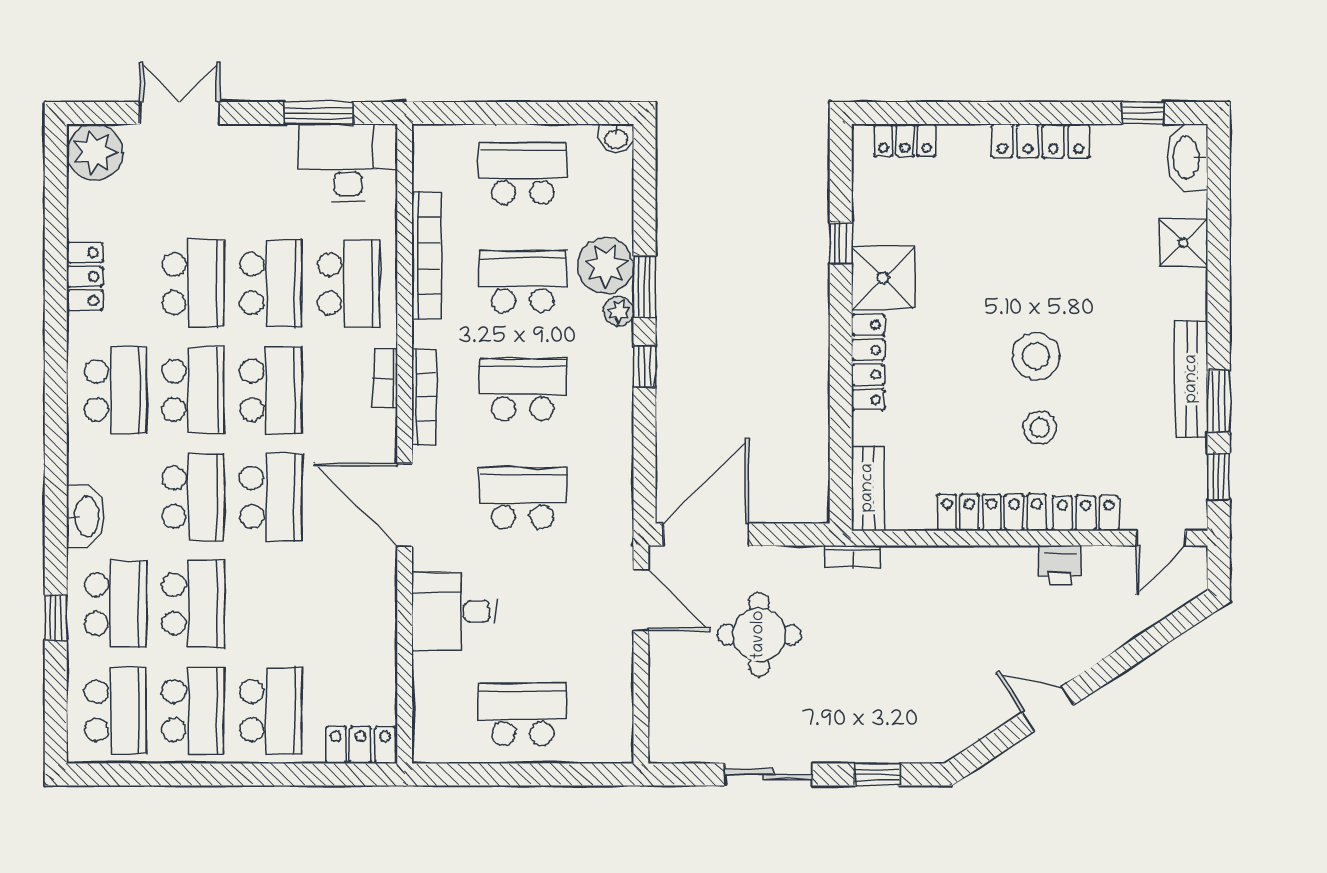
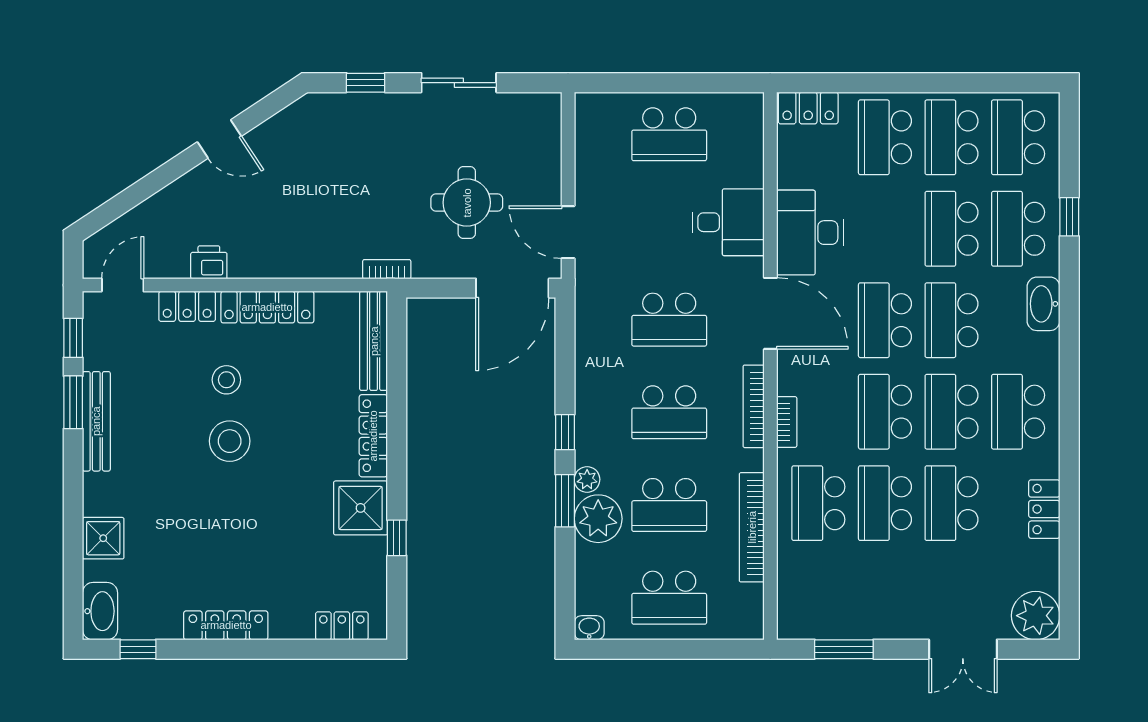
desk: (348, 163) -> (810, 233), moved, turned 90
bench: (868, 488) -> (374, 341), width x1.36

